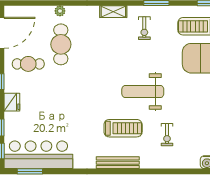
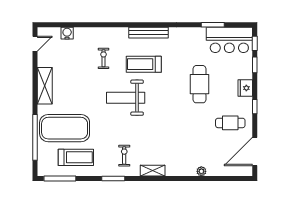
cafe table: (61, 44) -> (199, 84), moved
weight bench: (143, 92) -> (126, 98), turned 180
bar counter: (38, 155) -> (229, 40), width x0.73
window: (30, 171) -> (213, 25), moved

